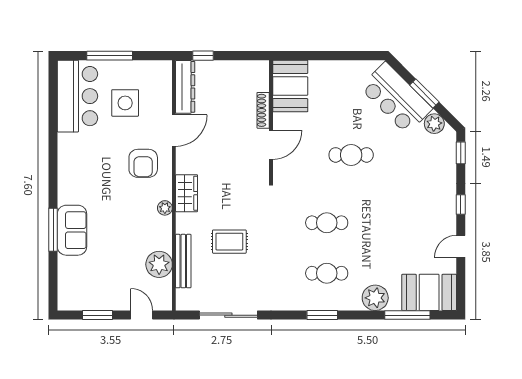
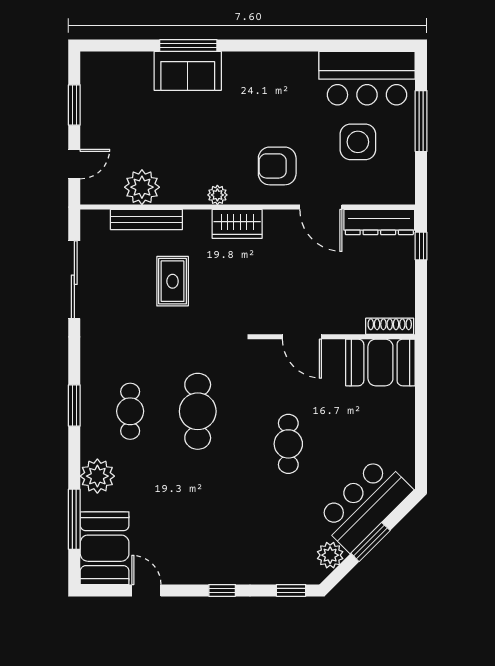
shoe rack: (263, 110) -> (390, 326), moved
cafe table: (327, 223) -> (198, 411), width x1.37, depth x1.35
door: (461, 246) -> (146, 590), moved

